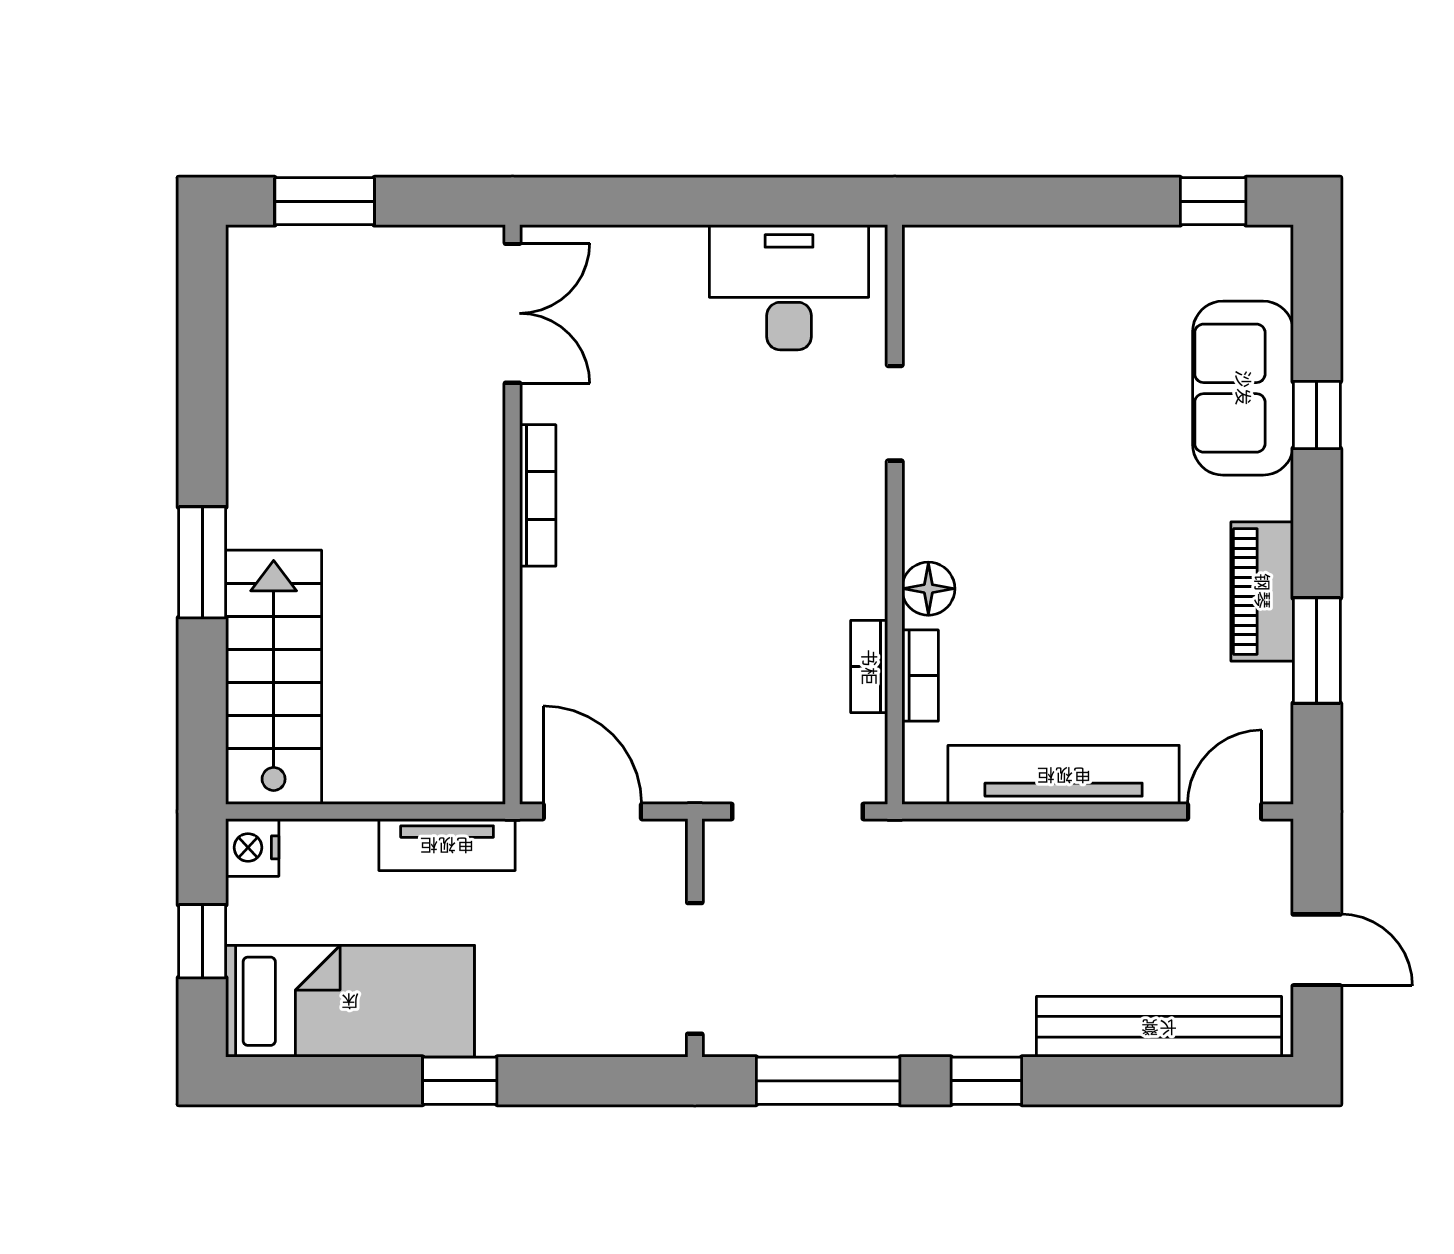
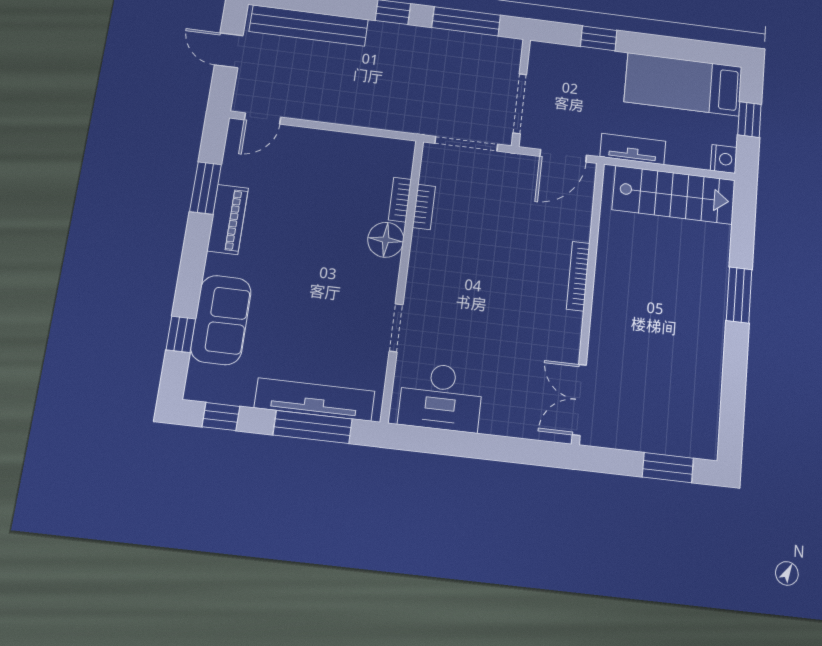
window: (1033, 201) -> (313, 427), added
window: (1317, 415) -> (181, 334), moved
bookcase: (538, 495) -> (578, 276), moved
floor lamp: (928, 589) -> (386, 240), width x1.38, depth x1.38
stairs: (274, 677) -> (674, 195), moved, turned -90
tv unit: (1064, 775) -> (315, 399), moved, turned 180
door: (592, 811) -> (563, 156), hinge flipped
doorway: (695, 968) -> (520, 104), moved
window: (460, 1081) -> (599, 38), moved

